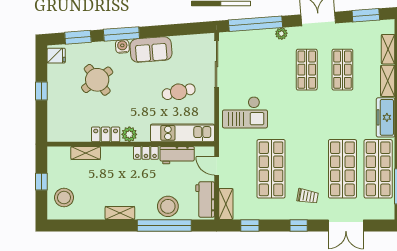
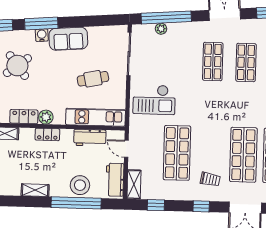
plant: (281, 34) -> (161, 29), moved
locker: (146, 153) -> (47, 134), moved

